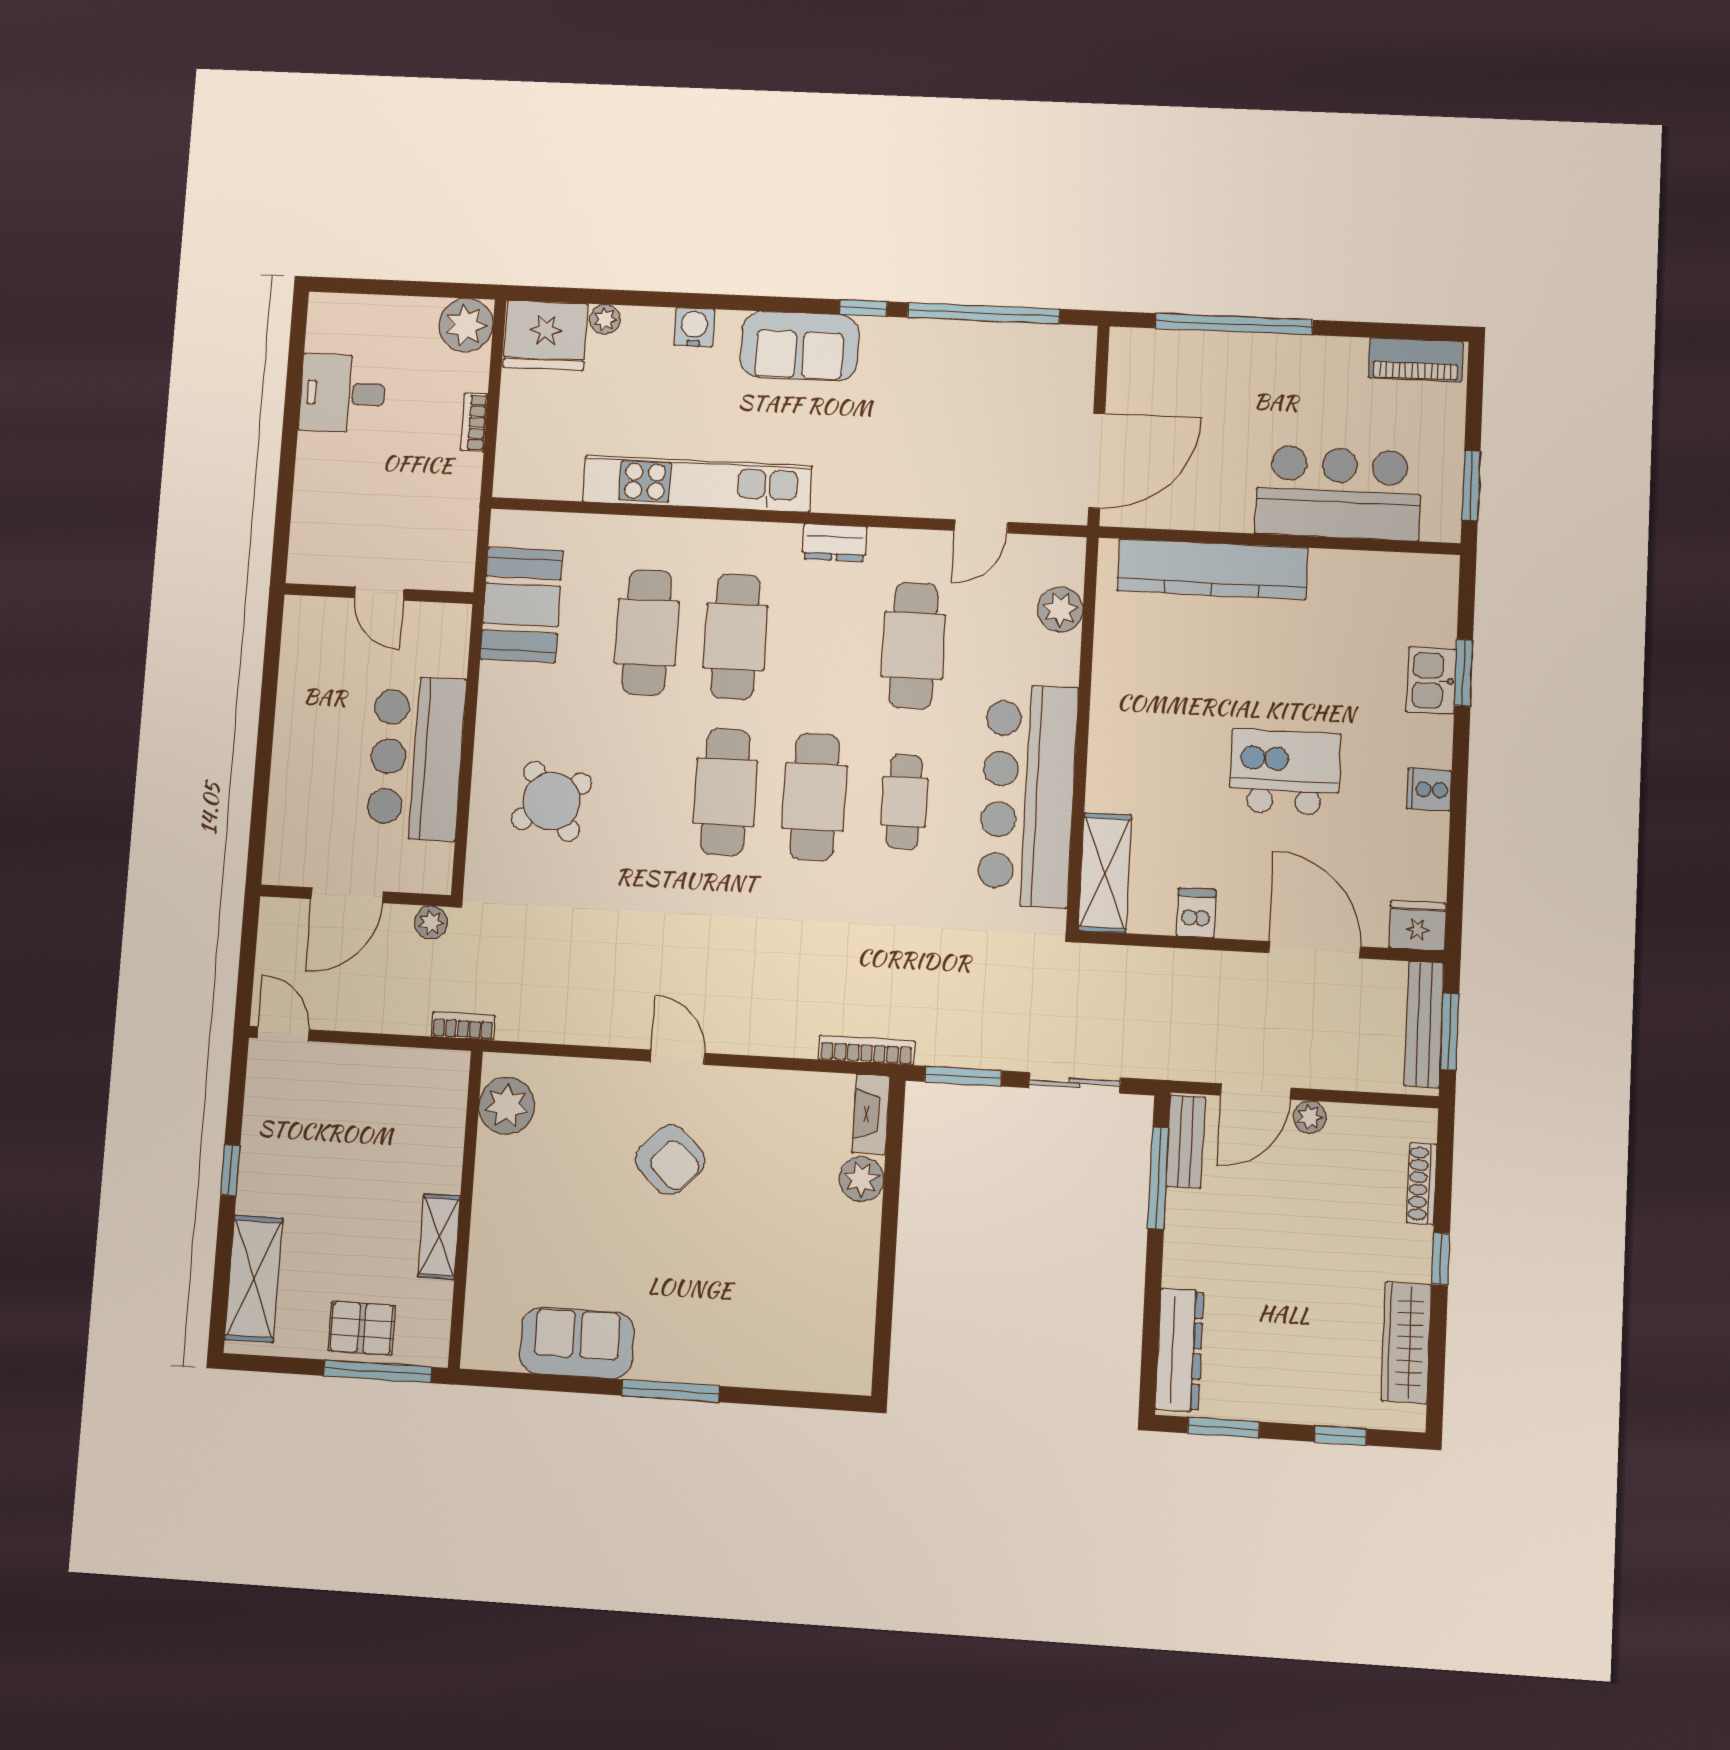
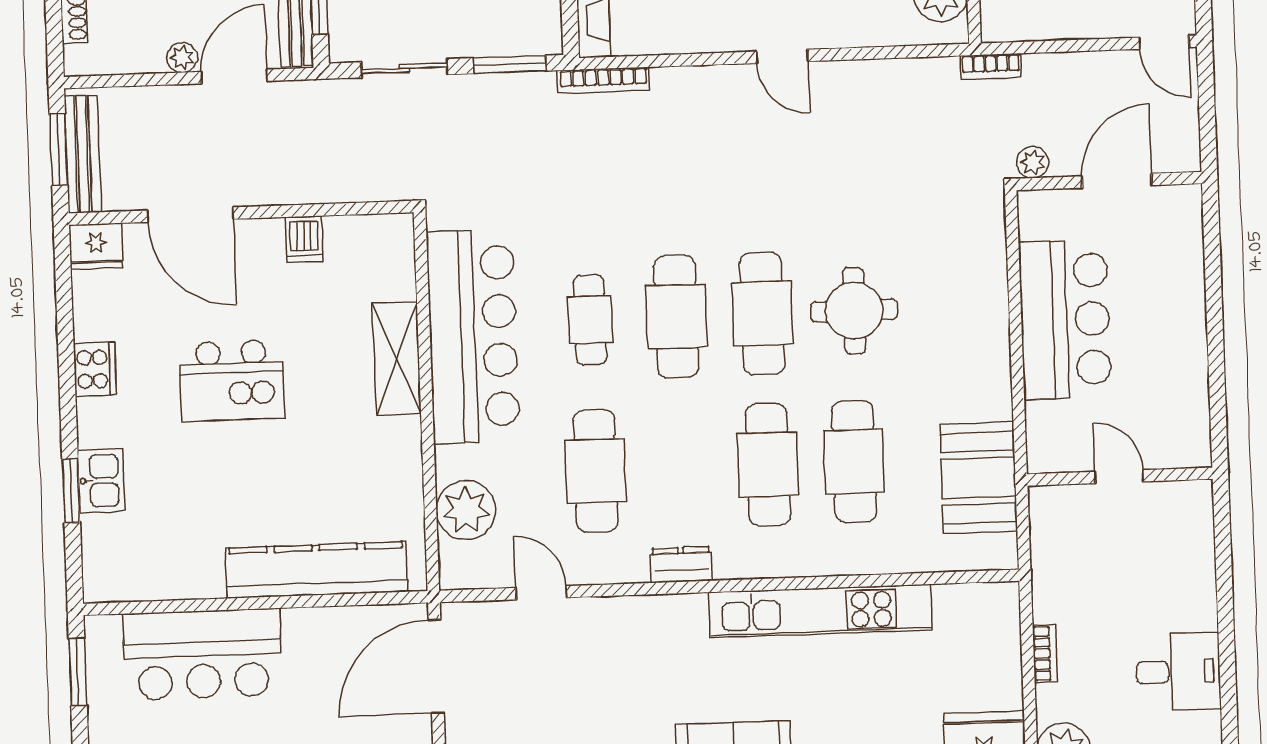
door: (981, 526) -> (541, 593), hinge flipped
plant: (1060, 610) -> (466, 510), width x1.36, depth x1.36
cooker: (1429, 790) -> (95, 369), width x1.36
round table: (552, 801) -> (854, 311), moved, turned 34
shelving: (1105, 873) -> (397, 358), moved

